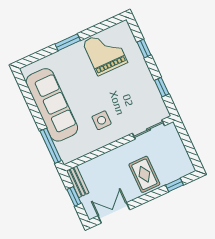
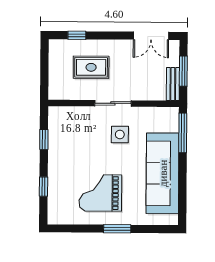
grand piano: (105, 52) -> (100, 193), moved, turned 90
sliding door: (149, 130) -> (113, 103), moved
rug: (144, 174) -> (91, 67), moved, turned 90
window: (74, 196) -> (183, 71), width x1.50

